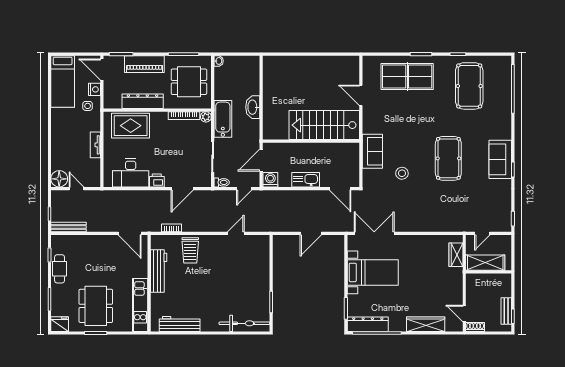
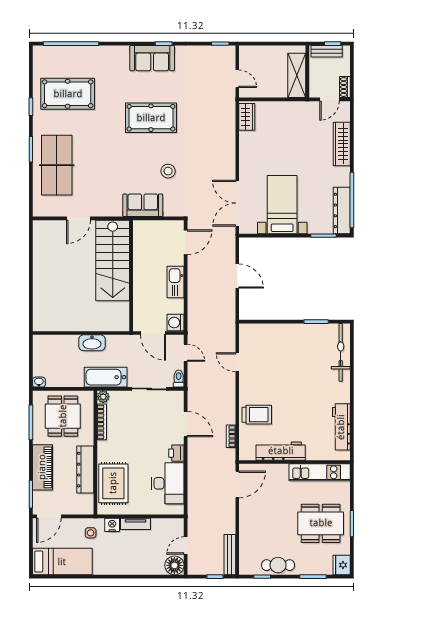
nightstand: (95, 89) -> (112, 525), moved
wardrobe: (456, 255) -> (247, 117), moved, turned -90
shelving: (485, 263) -> (297, 75), moved
wall: (489, 272) -> (307, 72), moved

